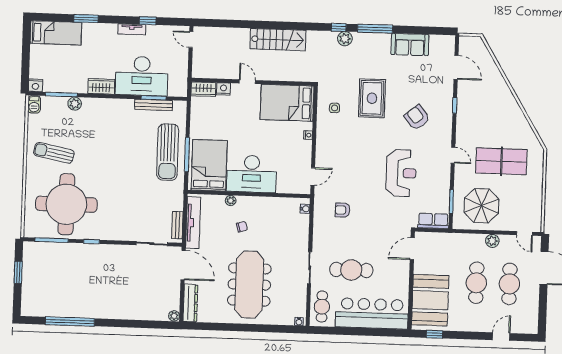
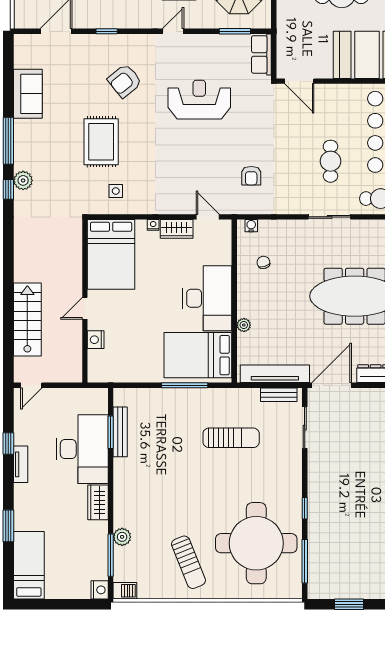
stairs: (278, 40) -> (27, 319), moved
wardrobe: (203, 89) -> (177, 229), moved, turned 90
rug: (372, 98) -> (101, 142), turned 90
sun lounger: (168, 152) -> (231, 438), moved, width x0.73, depth x0.75
sun lounger: (54, 153) -> (188, 562), turned -33
chair: (242, 227) -> (263, 262), moved
cafe table: (351, 270) -> (330, 161), width x0.73, depth x0.74

